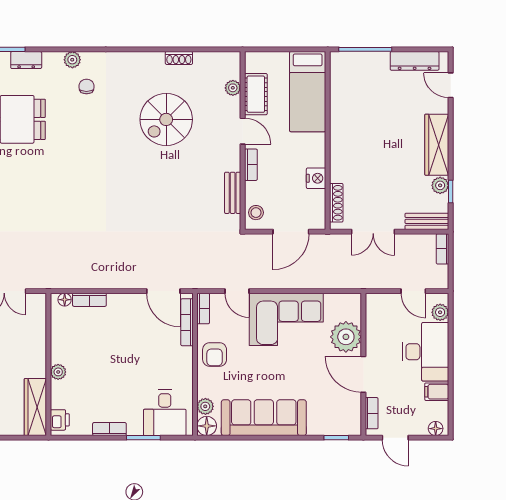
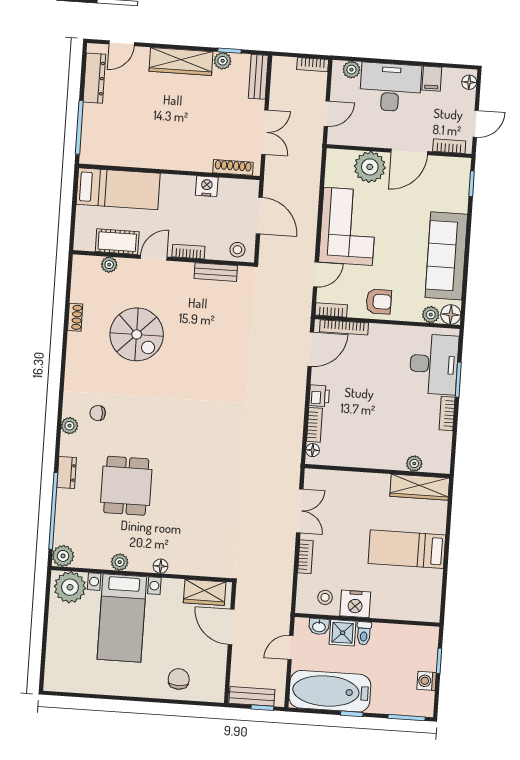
bookcase: (442, 249) -> (313, 65), moved
door: (413, 291) -> (327, 114), moved
plant: (58, 372) -> (414, 464), moved
desk: (165, 413) -> (434, 364), width x1.37
printer: (60, 420) -> (319, 396), moved, turned 90

